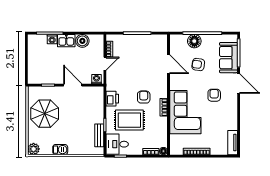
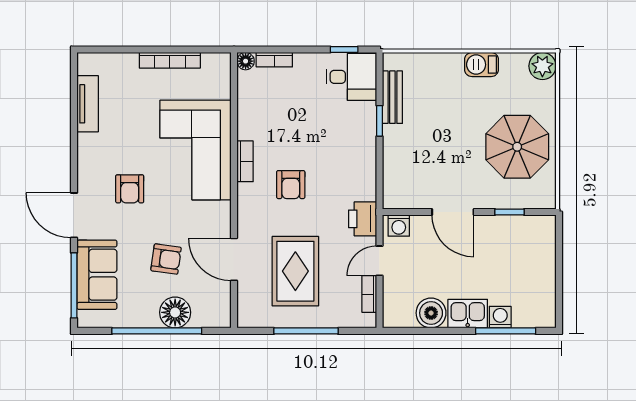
printer: (112, 99) -> (363, 219), moved
rug: (129, 120) -> (295, 271), moved, turned 90
tv unit: (233, 143) -> (88, 104), moved

